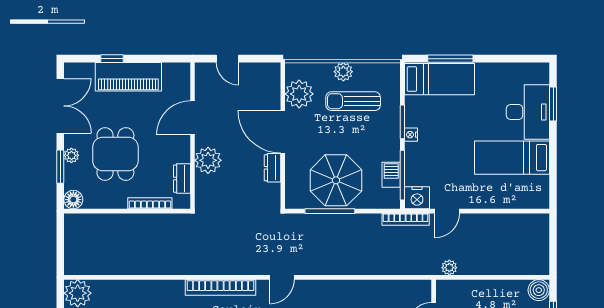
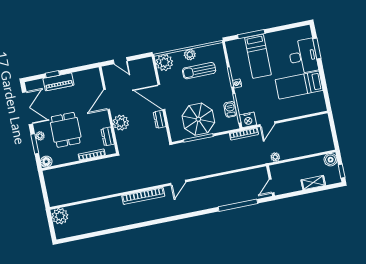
piano: (128, 77) -> (58, 82), width x0.73, depth x0.75
bed: (439, 79) -> (258, 56), moved, turned 90
plant: (299, 94) -> (164, 63), moved

